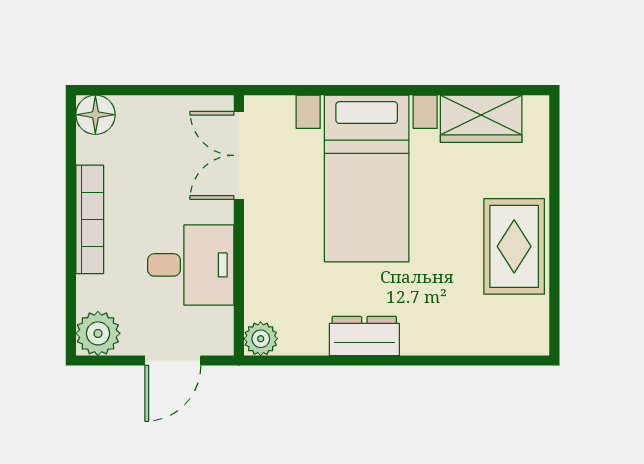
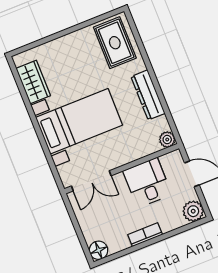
bookcase: (90, 219) -> (145, 235), width x0.64
rug: (514, 246) -> (115, 43), moved, turned 90
dresser: (364, 336) -> (148, 95), width x1.44

